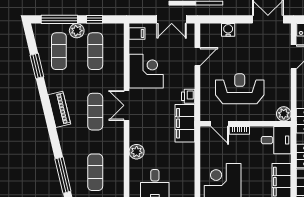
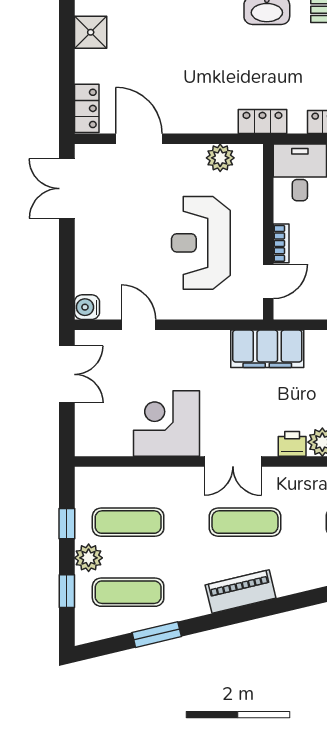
window: (59, 19) -> (67, 591), width x0.46
water cooler: (228, 30) -> (87, 307), moved
filing cabinet: (137, 33) -> (94, 441), removed
printer: (188, 96) -> (292, 444), moved, turned 180
plant: (284, 114) -> (220, 158), moved

